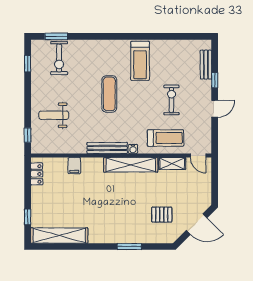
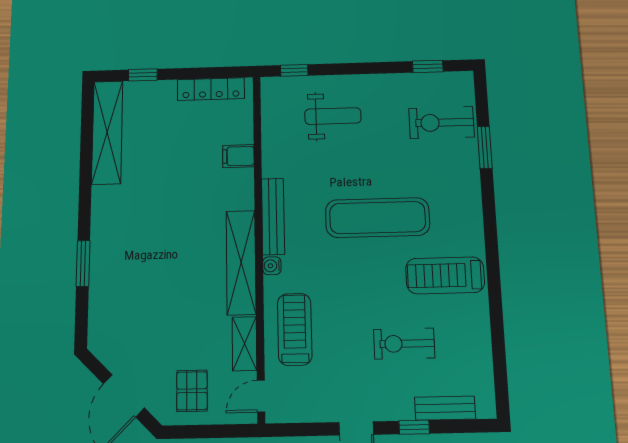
window: (56, 36) -> (485, 147), moved
exercise mat: (109, 94) -> (377, 218), width x1.36, depth x1.45
exercise bike: (171, 100) -> (404, 344), moved, turned 180
weight bench: (54, 115) -> (333, 116), turned 90
treadmill: (166, 138) -> (295, 329), turned 180
locker: (37, 174) -> (211, 89), width x1.53
pallet: (162, 215) -> (192, 391), moved

